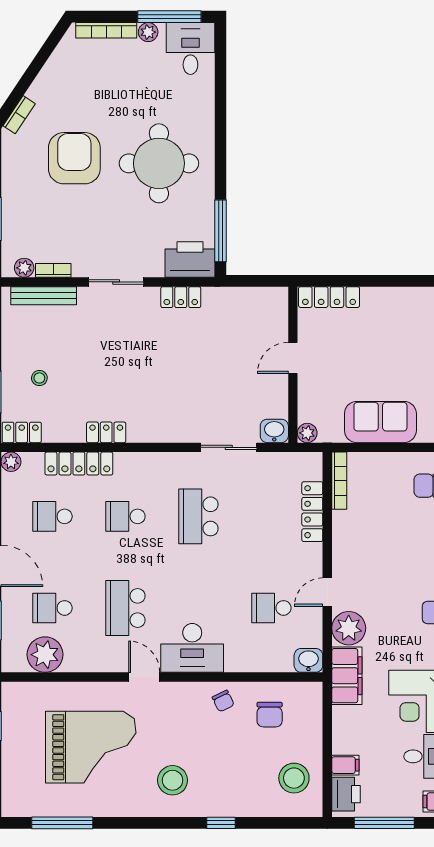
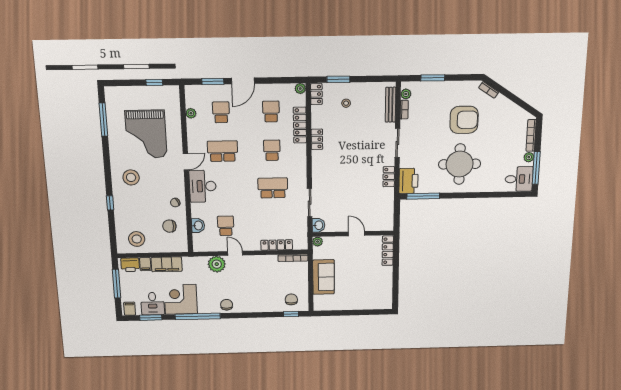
plant: (45, 655) -> (191, 113), width x0.53, depth x0.53
washbasin: (308, 660) -> (198, 226), moved
filing cabinet: (347, 676) -> (167, 264), moved

